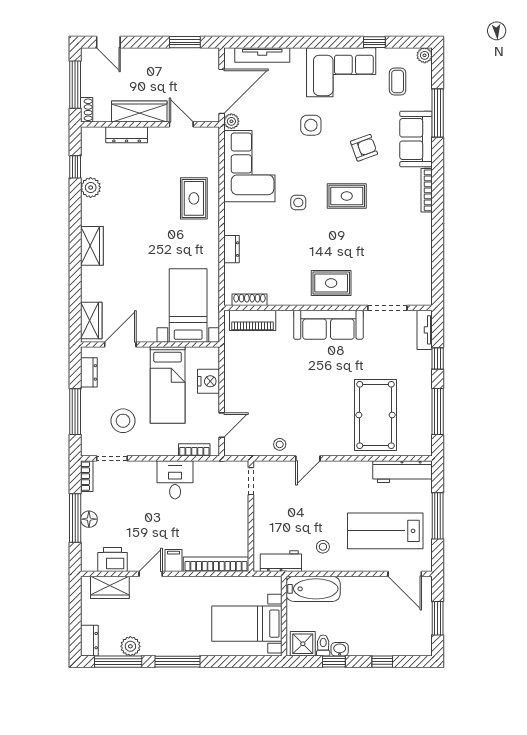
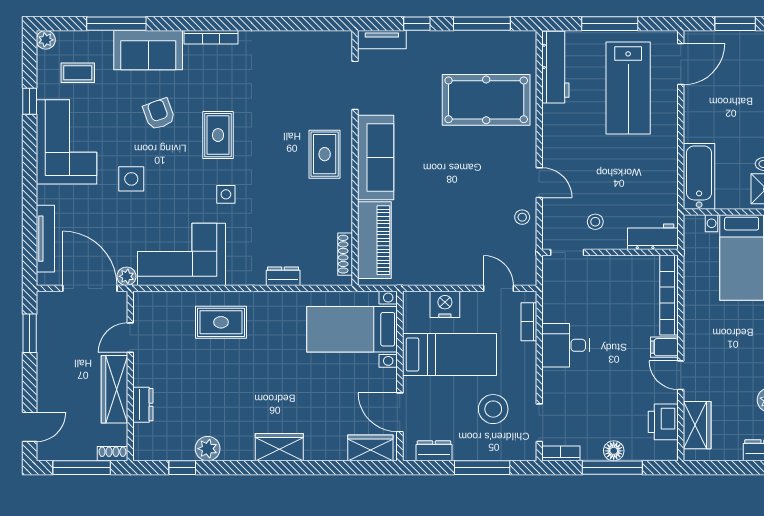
dresser: (127, 135) -> (143, 405), width x0.70
piano: (253, 320) -> (374, 240), width x1.37, depth x1.33
stool: (323, 547) -> (595, 222), moved
workbench: (281, 561) -> (653, 237), moved, turned 90

